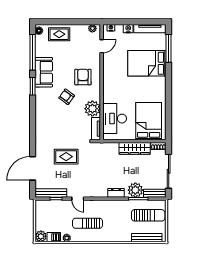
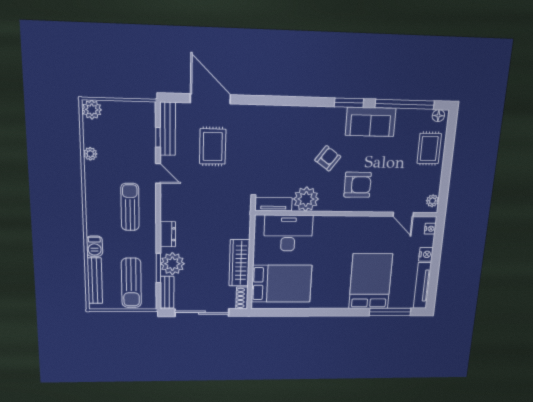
rug: (66, 157) -> (213, 147), moved
door: (78, 199) -> (158, 173), swing flipped
sun lounger: (88, 223) -> (130, 207), moved
barbecue: (54, 237) -> (94, 246), moved

